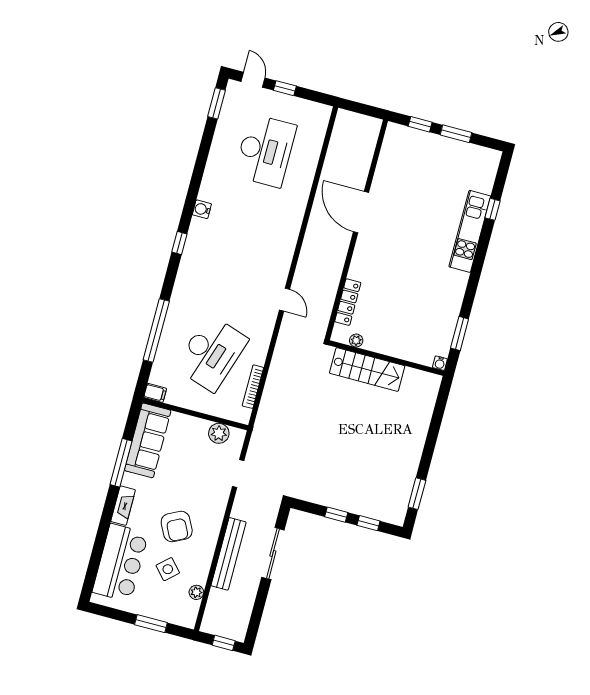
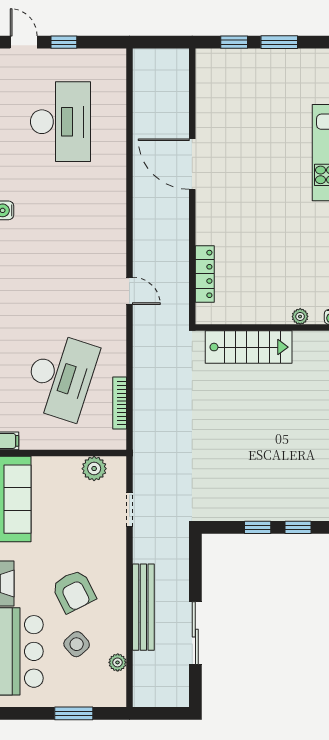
plant: (356, 341) -> (300, 316), moved
sliding door: (273, 554) -> (195, 633), moved
window: (224, 643) -> (165, 713), removed

